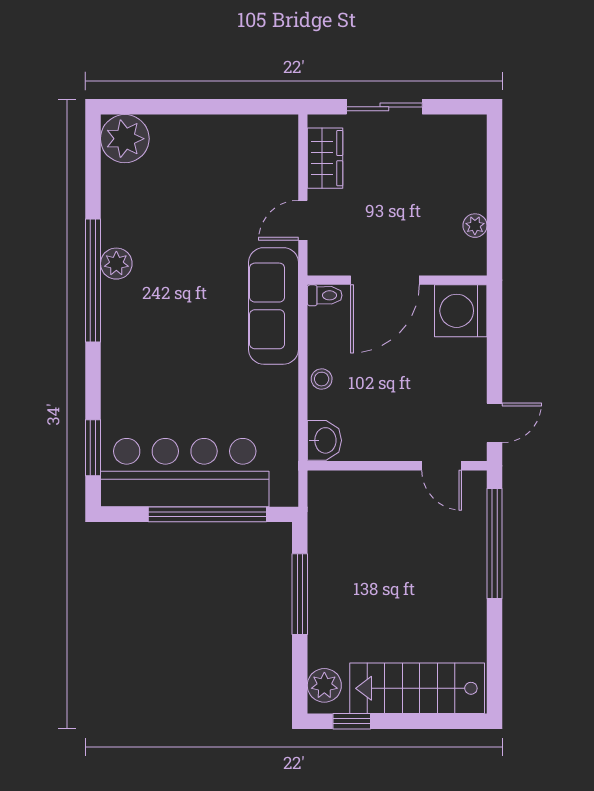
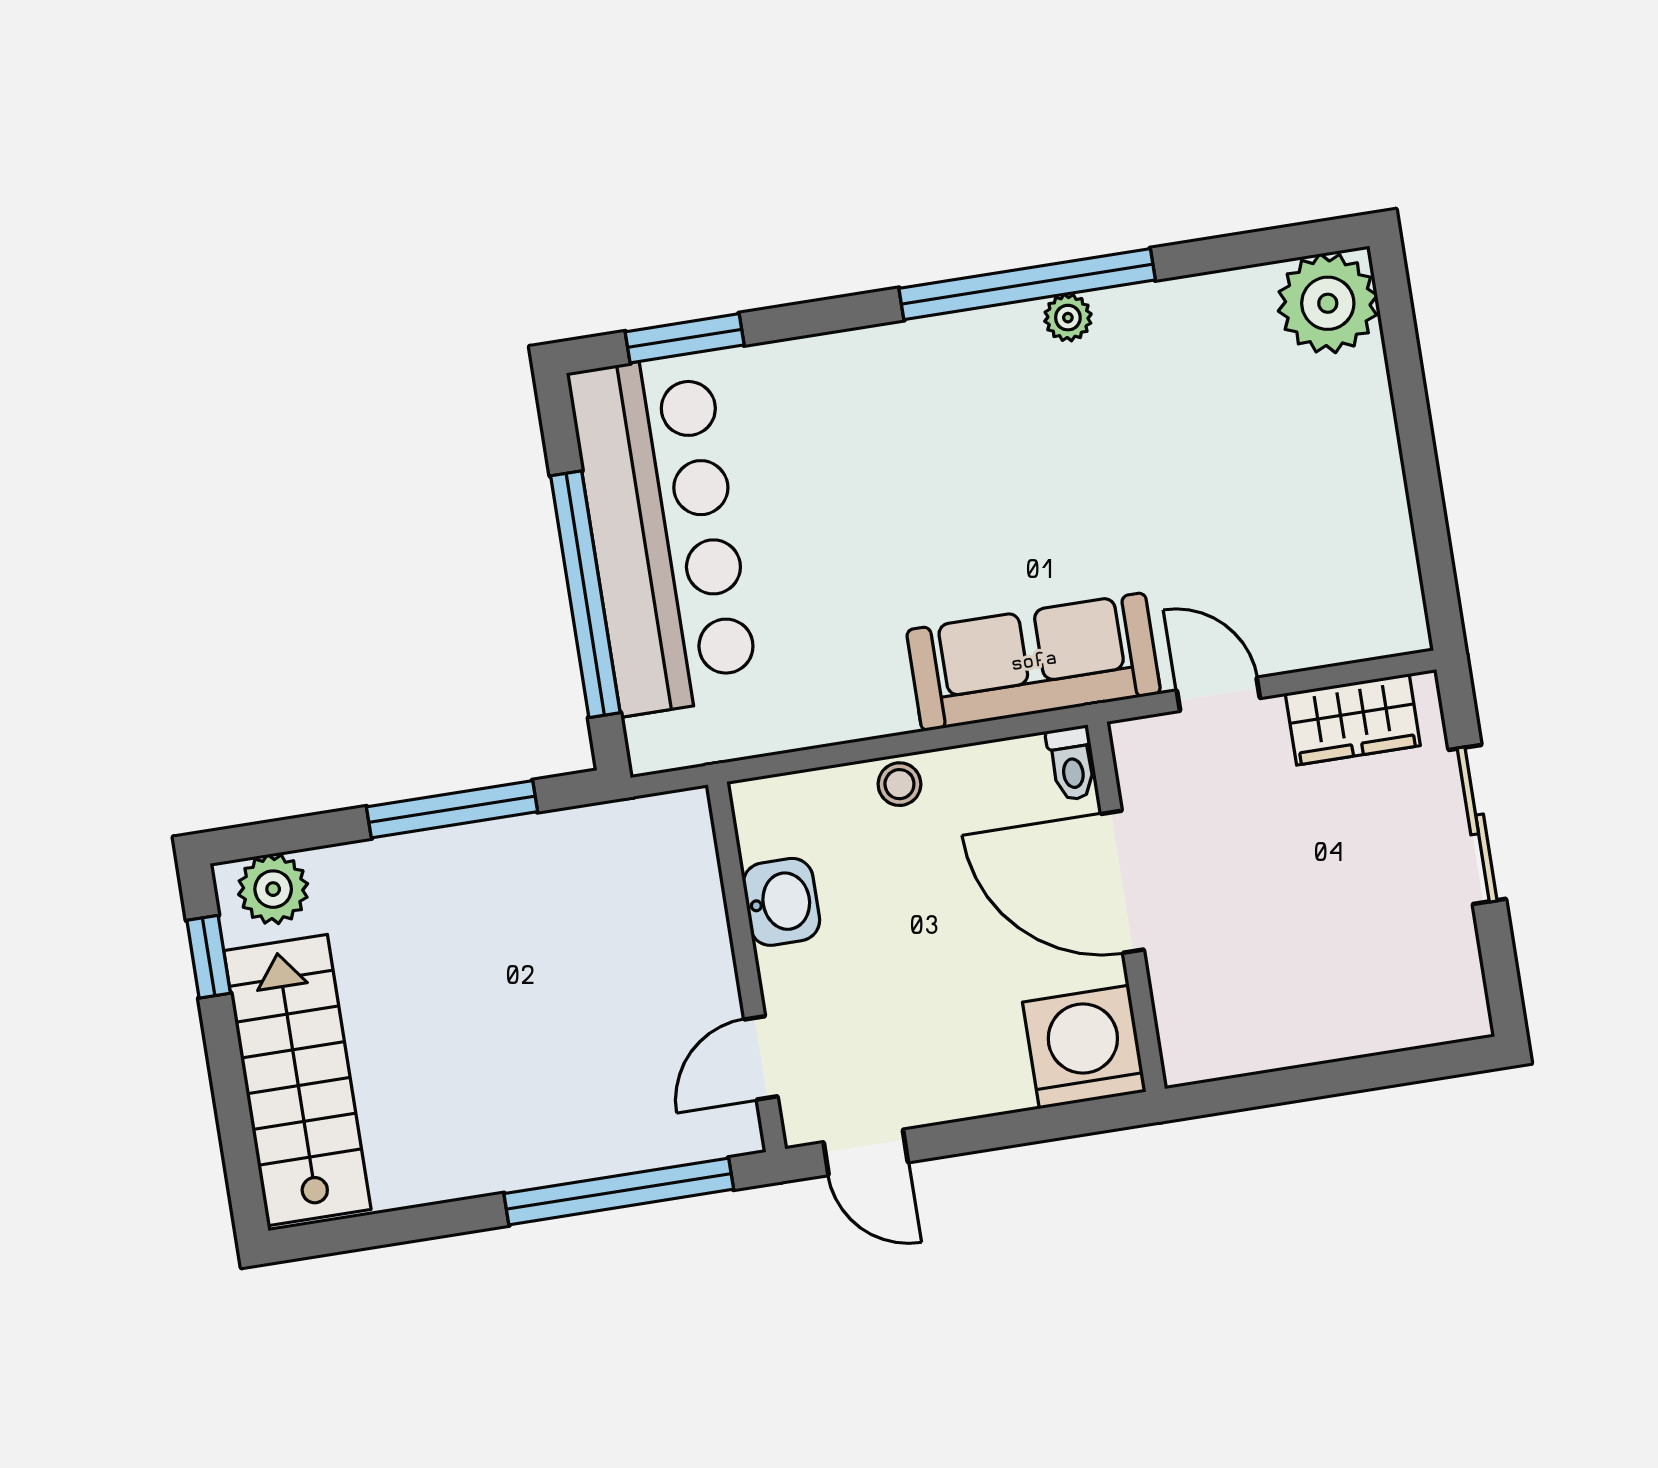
plant: (475, 226) -> (1263, 1048), removed
plant: (116, 264) -> (1068, 318), width x0.73, depth x0.73
washbasin: (324, 440) -> (781, 902), moved, turned -90

